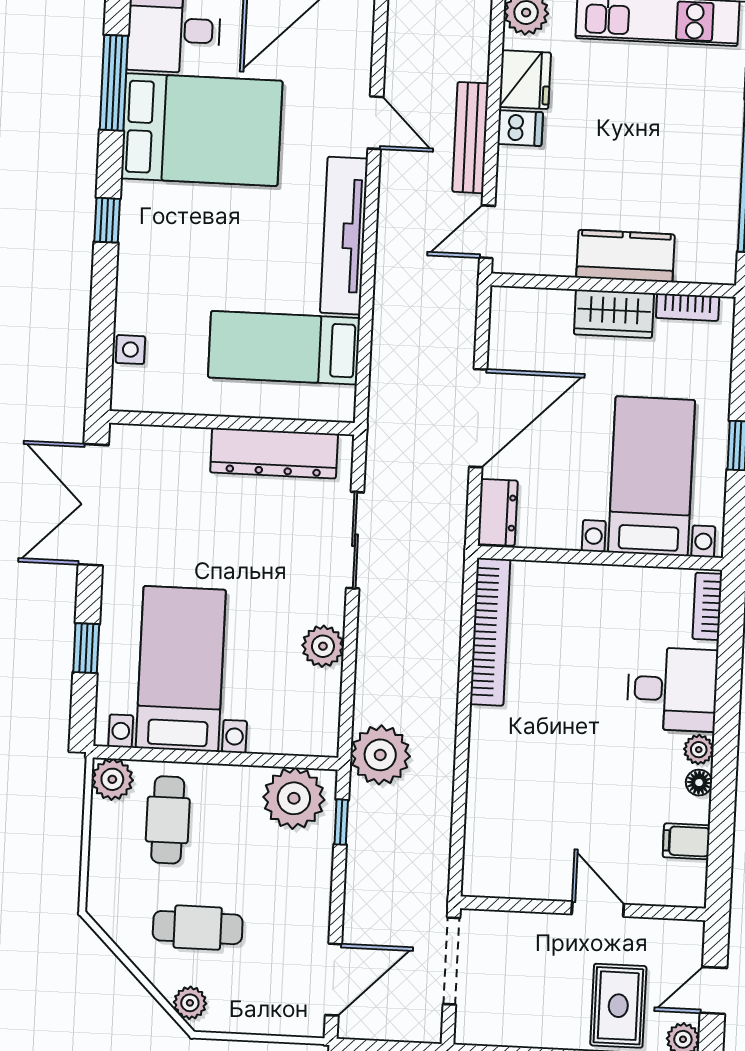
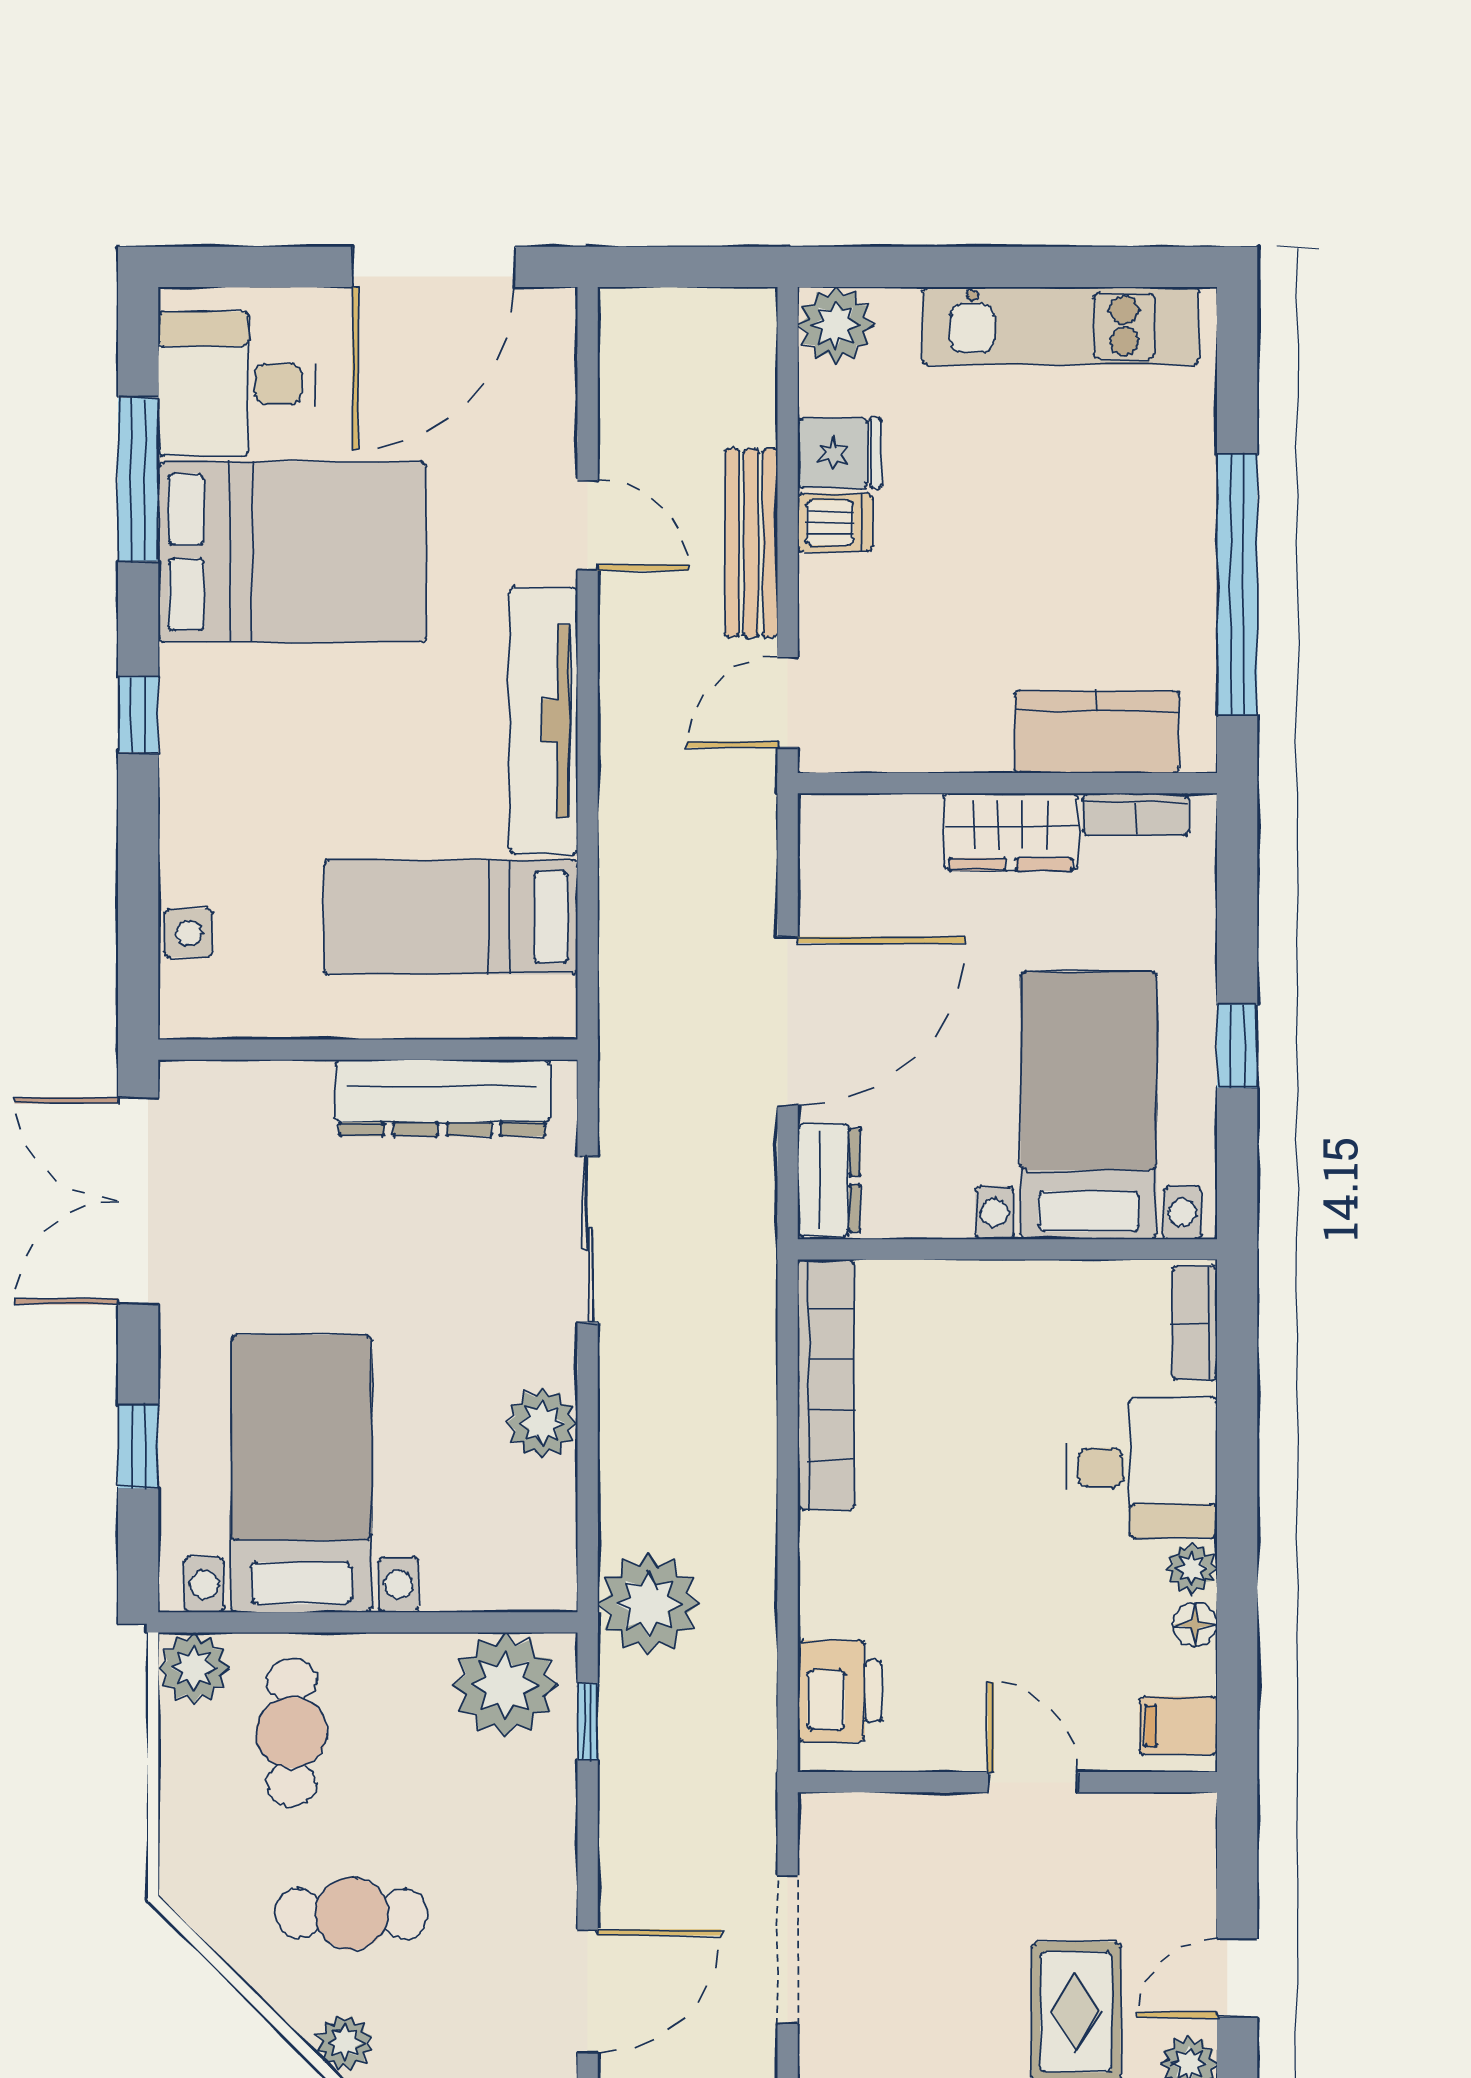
fridge: (525, 80) -> (839, 453), width x0.72
kitchen counter: (625, 256) -> (1097, 732), moved
printer: (489, 811) -> (840, 1691), added
wall: (583, 908) -> (1007, 1782), moved
door: (598, 909) -> (1033, 1782), moved

